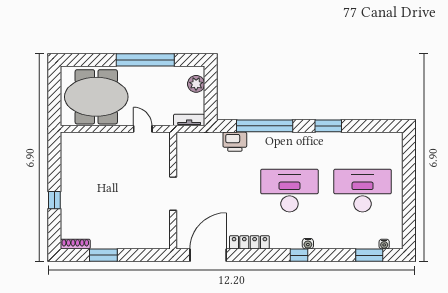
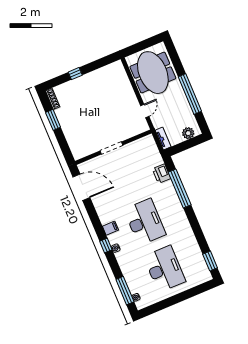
window: (328, 126) -> (210, 261), moved
filing cabinet: (278, 239) -> (110, 228), added
locker: (249, 242) -> (101, 210), removed
window: (369, 255) -> (125, 291), width x1.44

